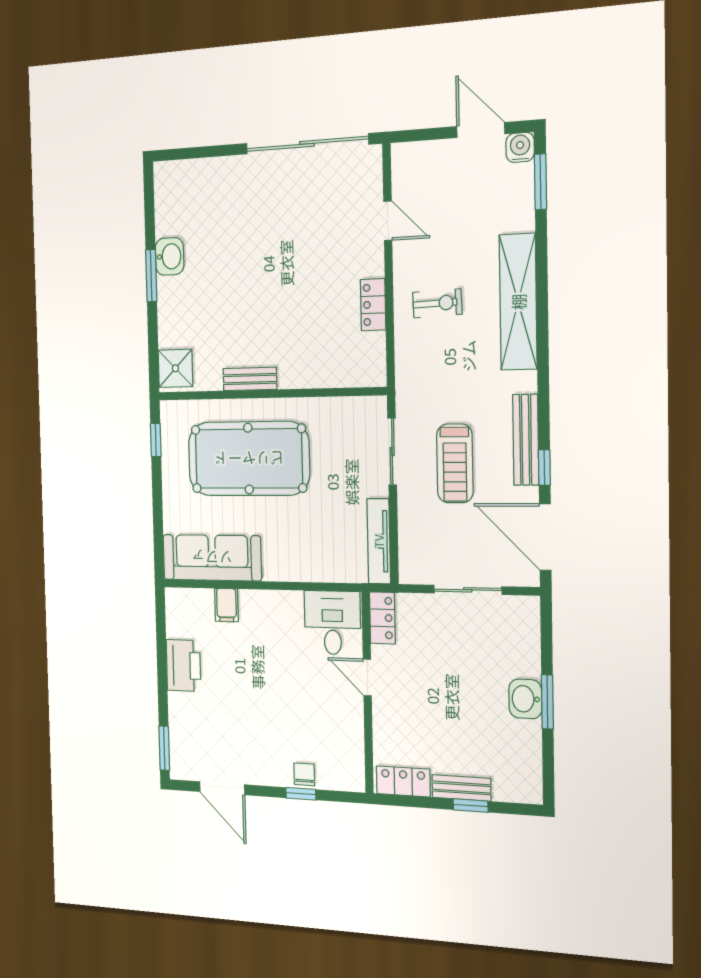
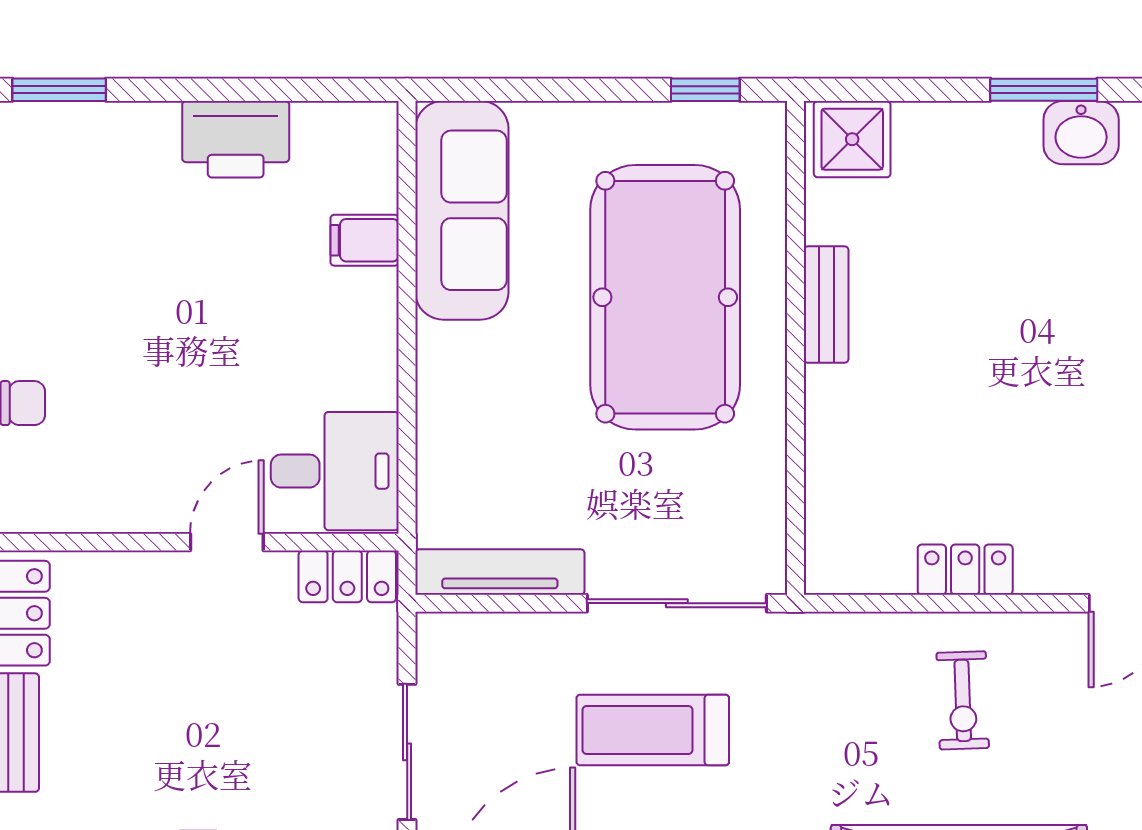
sliding door: (392, 452) -> (677, 603), width x1.37

